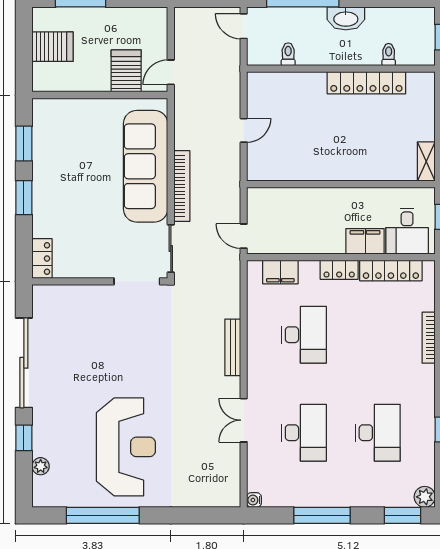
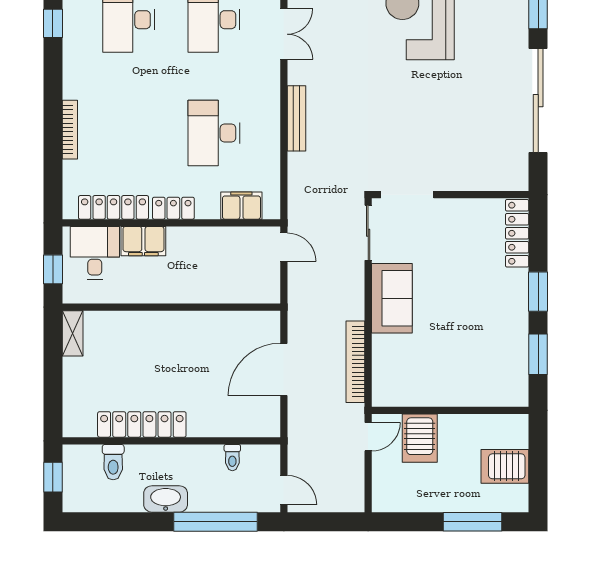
toilet: (389, 55) -> (113, 462), width x1.37, depth x1.39
door: (244, 130) -> (284, 369), width x1.88
sofa: (146, 166) -> (392, 298), width x0.54, depth x0.79
bookcase: (182, 186) -> (355, 362), moved
locker: (42, 259) -> (517, 233), width x1.53

